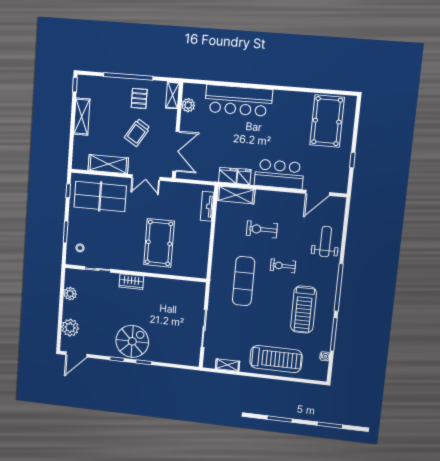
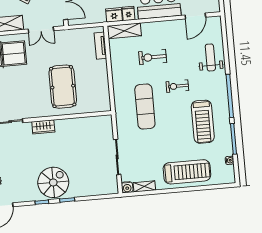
water cooler: (209, 362) -> (127, 187), added

